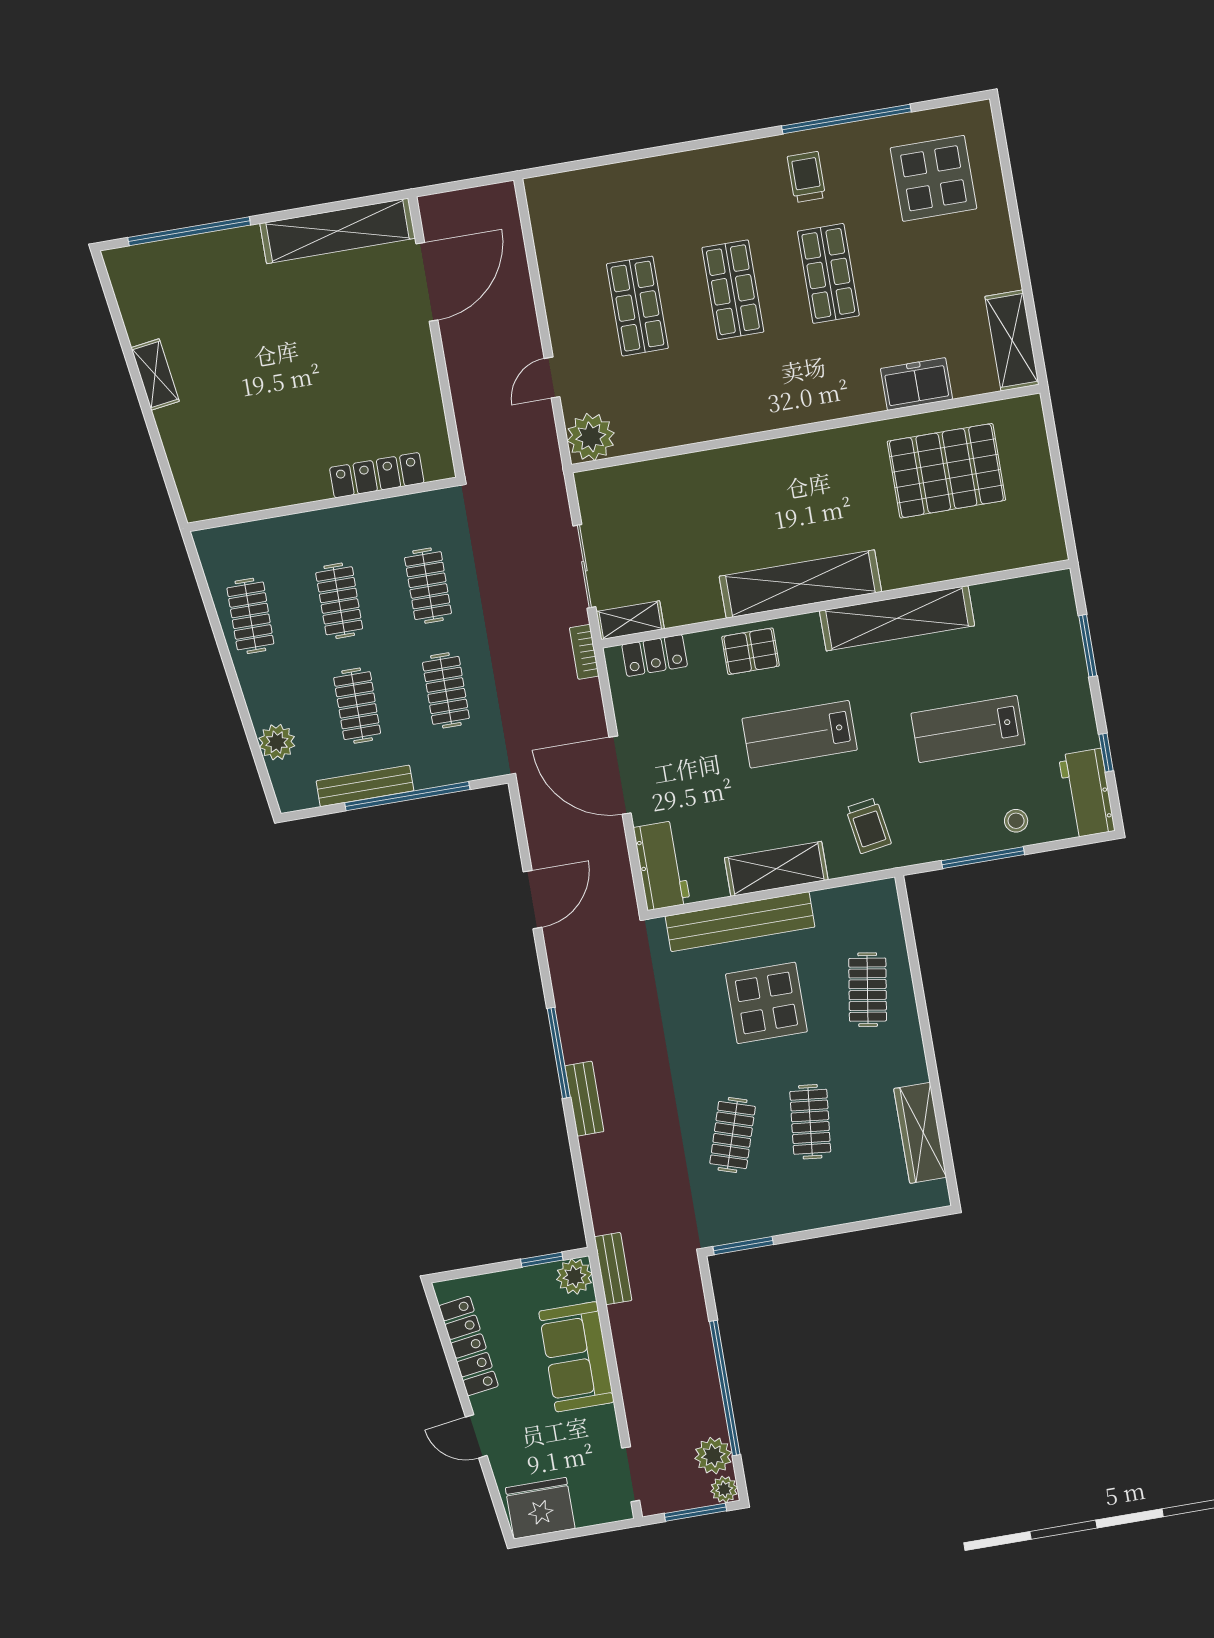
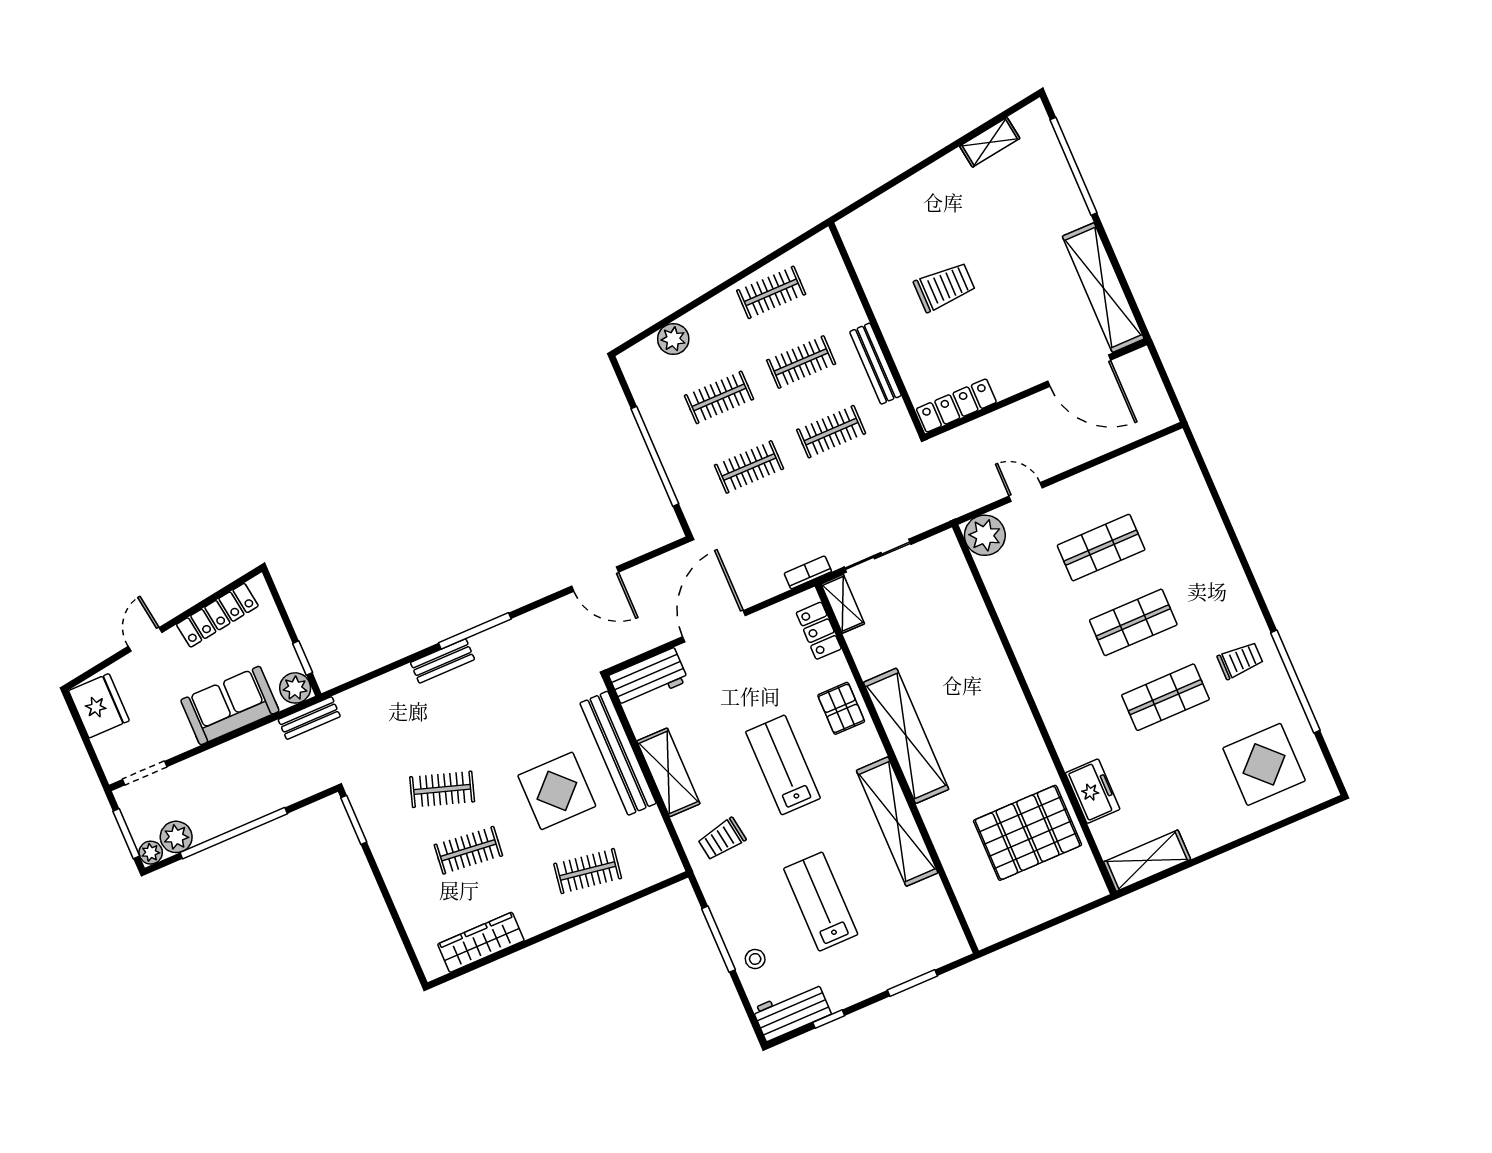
shelving: (155, 374) -> (990, 142), moved
trolley: (292, 414) -> (945, 287), added
pallet: (946, 471) -> (1028, 833), turned 90
locker: (377, 475) -> (956, 406), moved, turned -90
bench: (365, 786) -> (875, 364), moved

